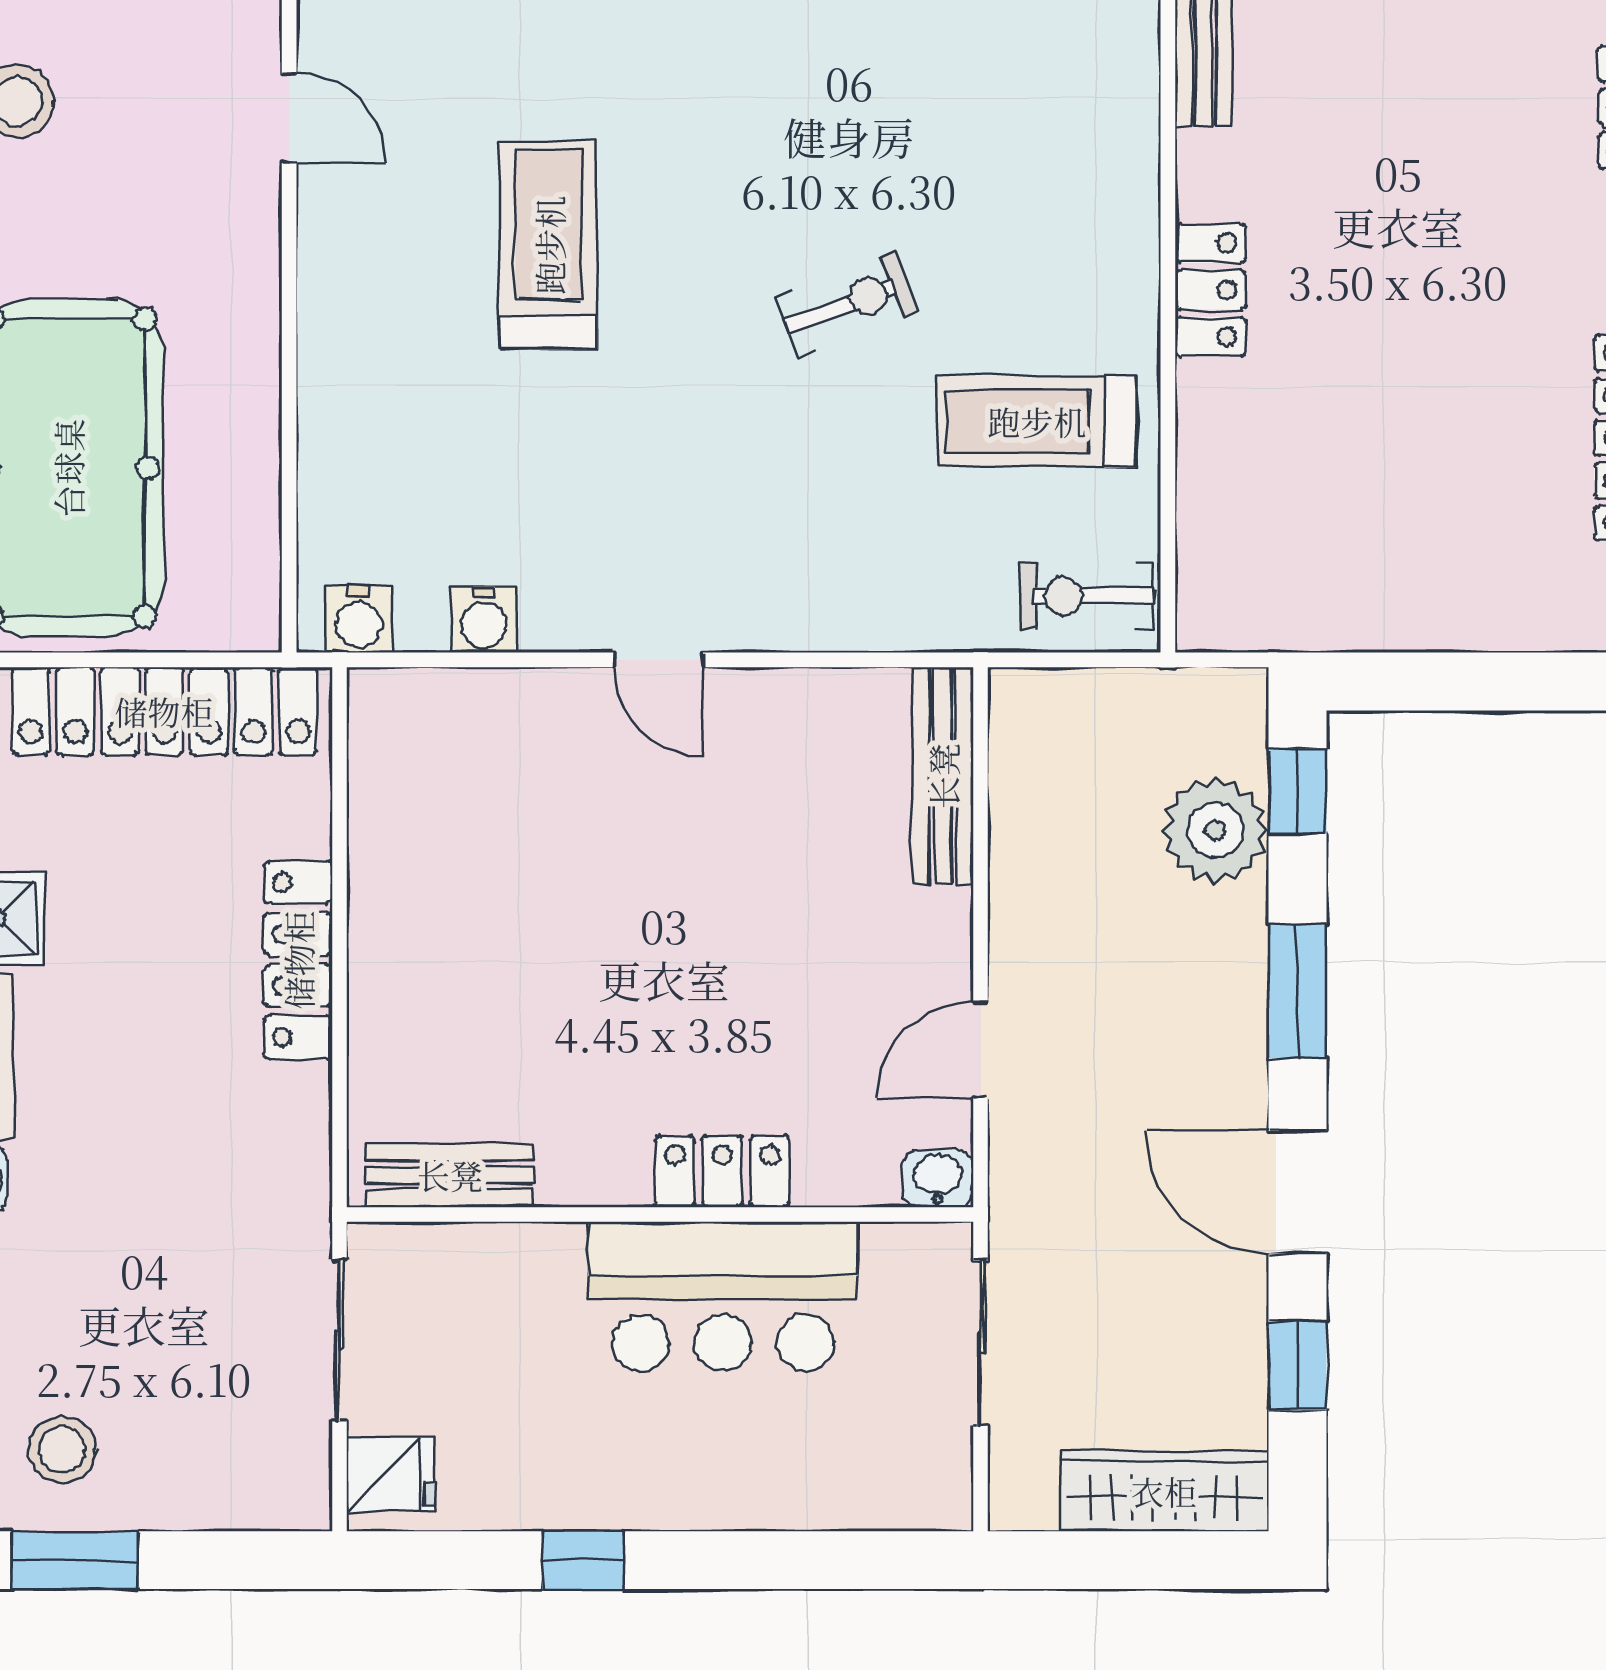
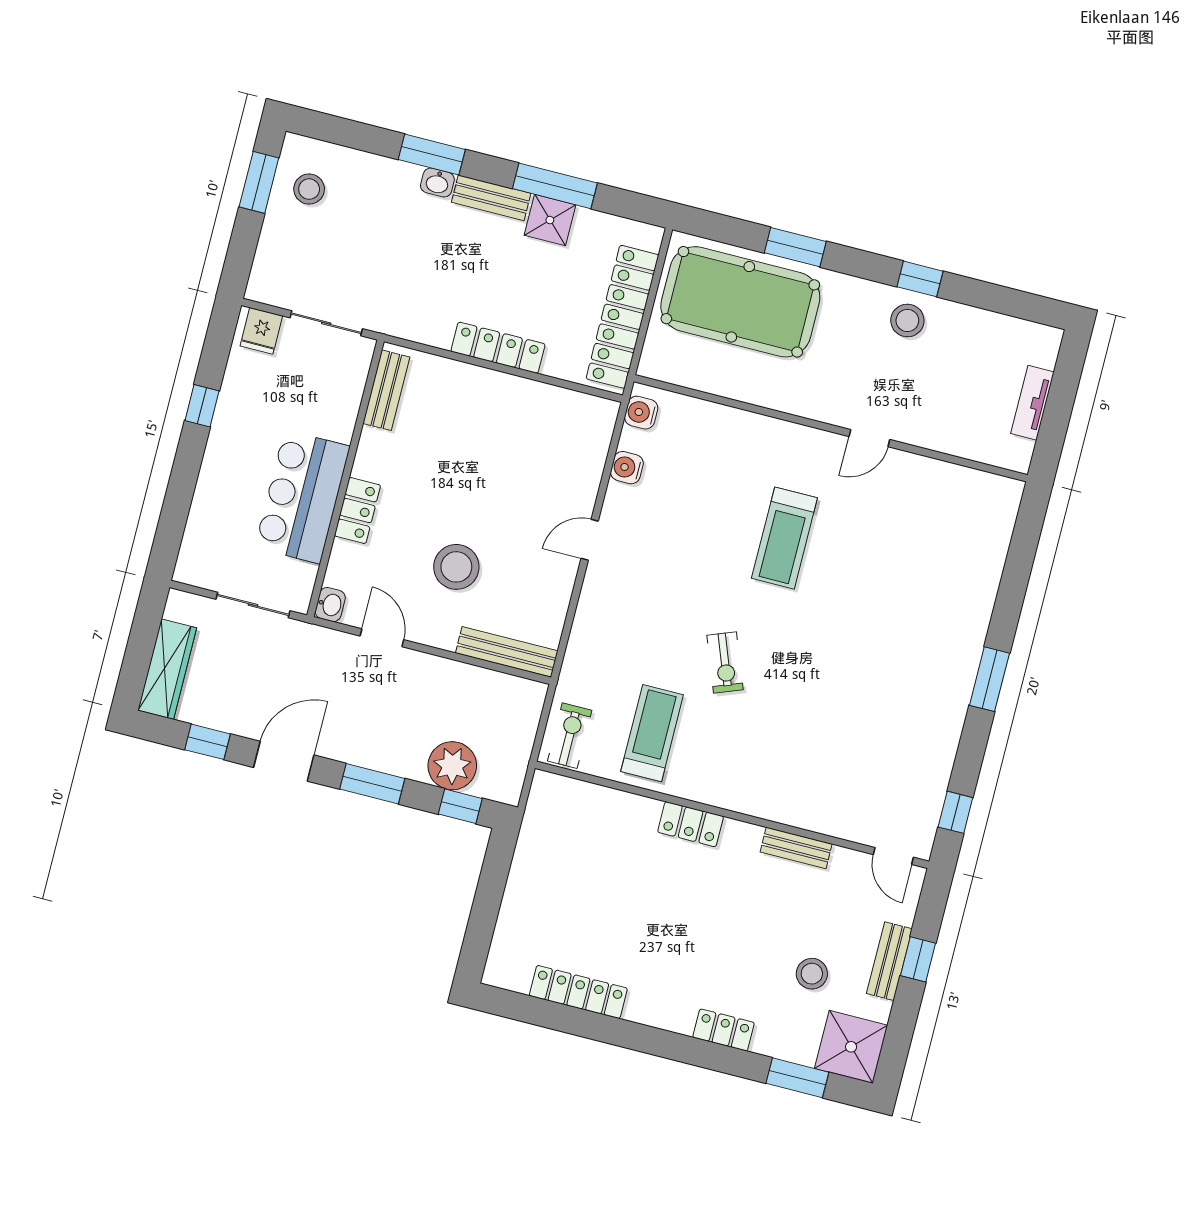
treadmill: (549, 245) -> (784, 538), turned 90
stool: (789, 930) -> (456, 567), added

